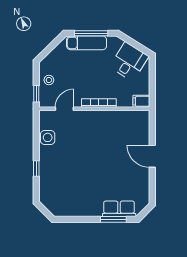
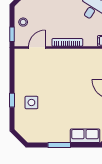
side table: (48, 137) -> (31, 103), moved
window: (113, 219) -> (59, 145), moved

